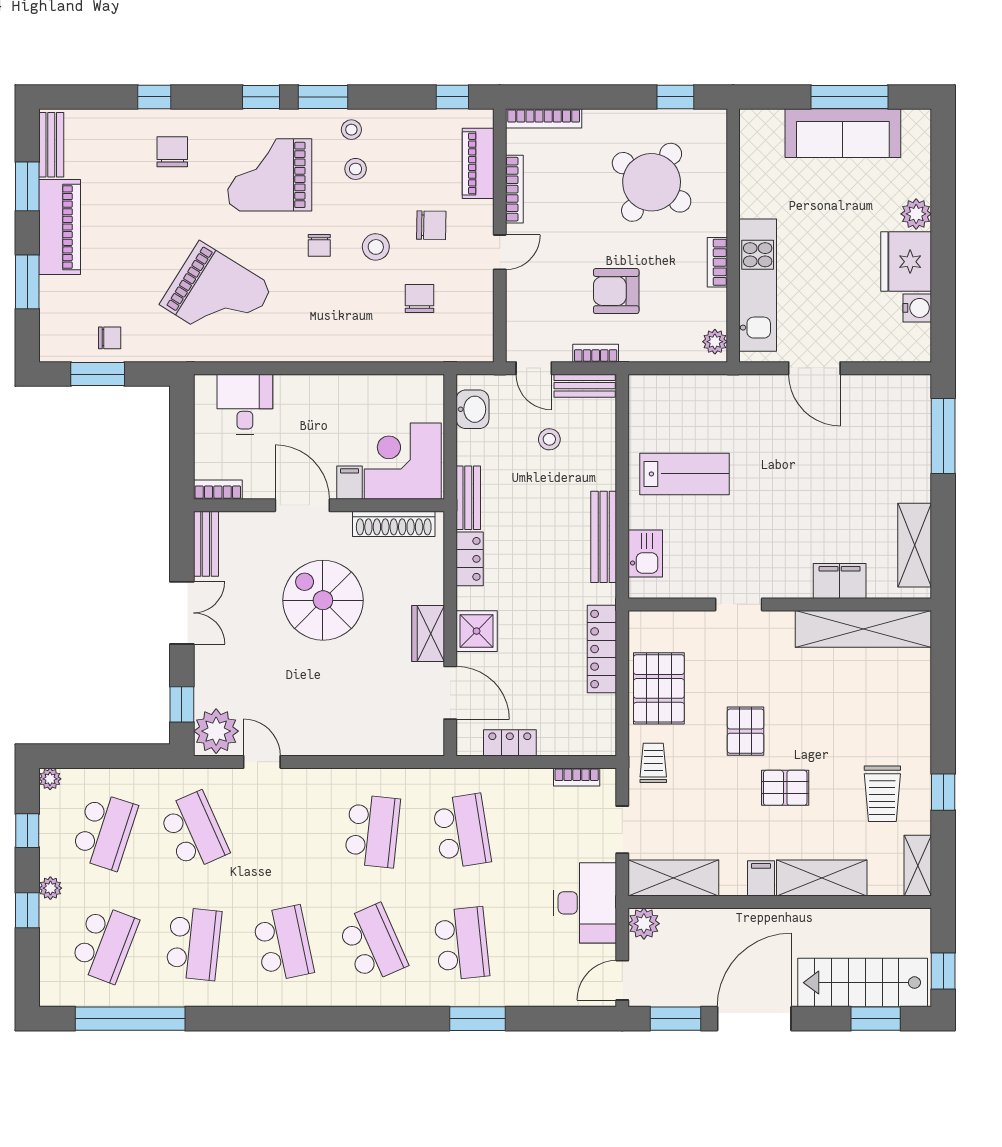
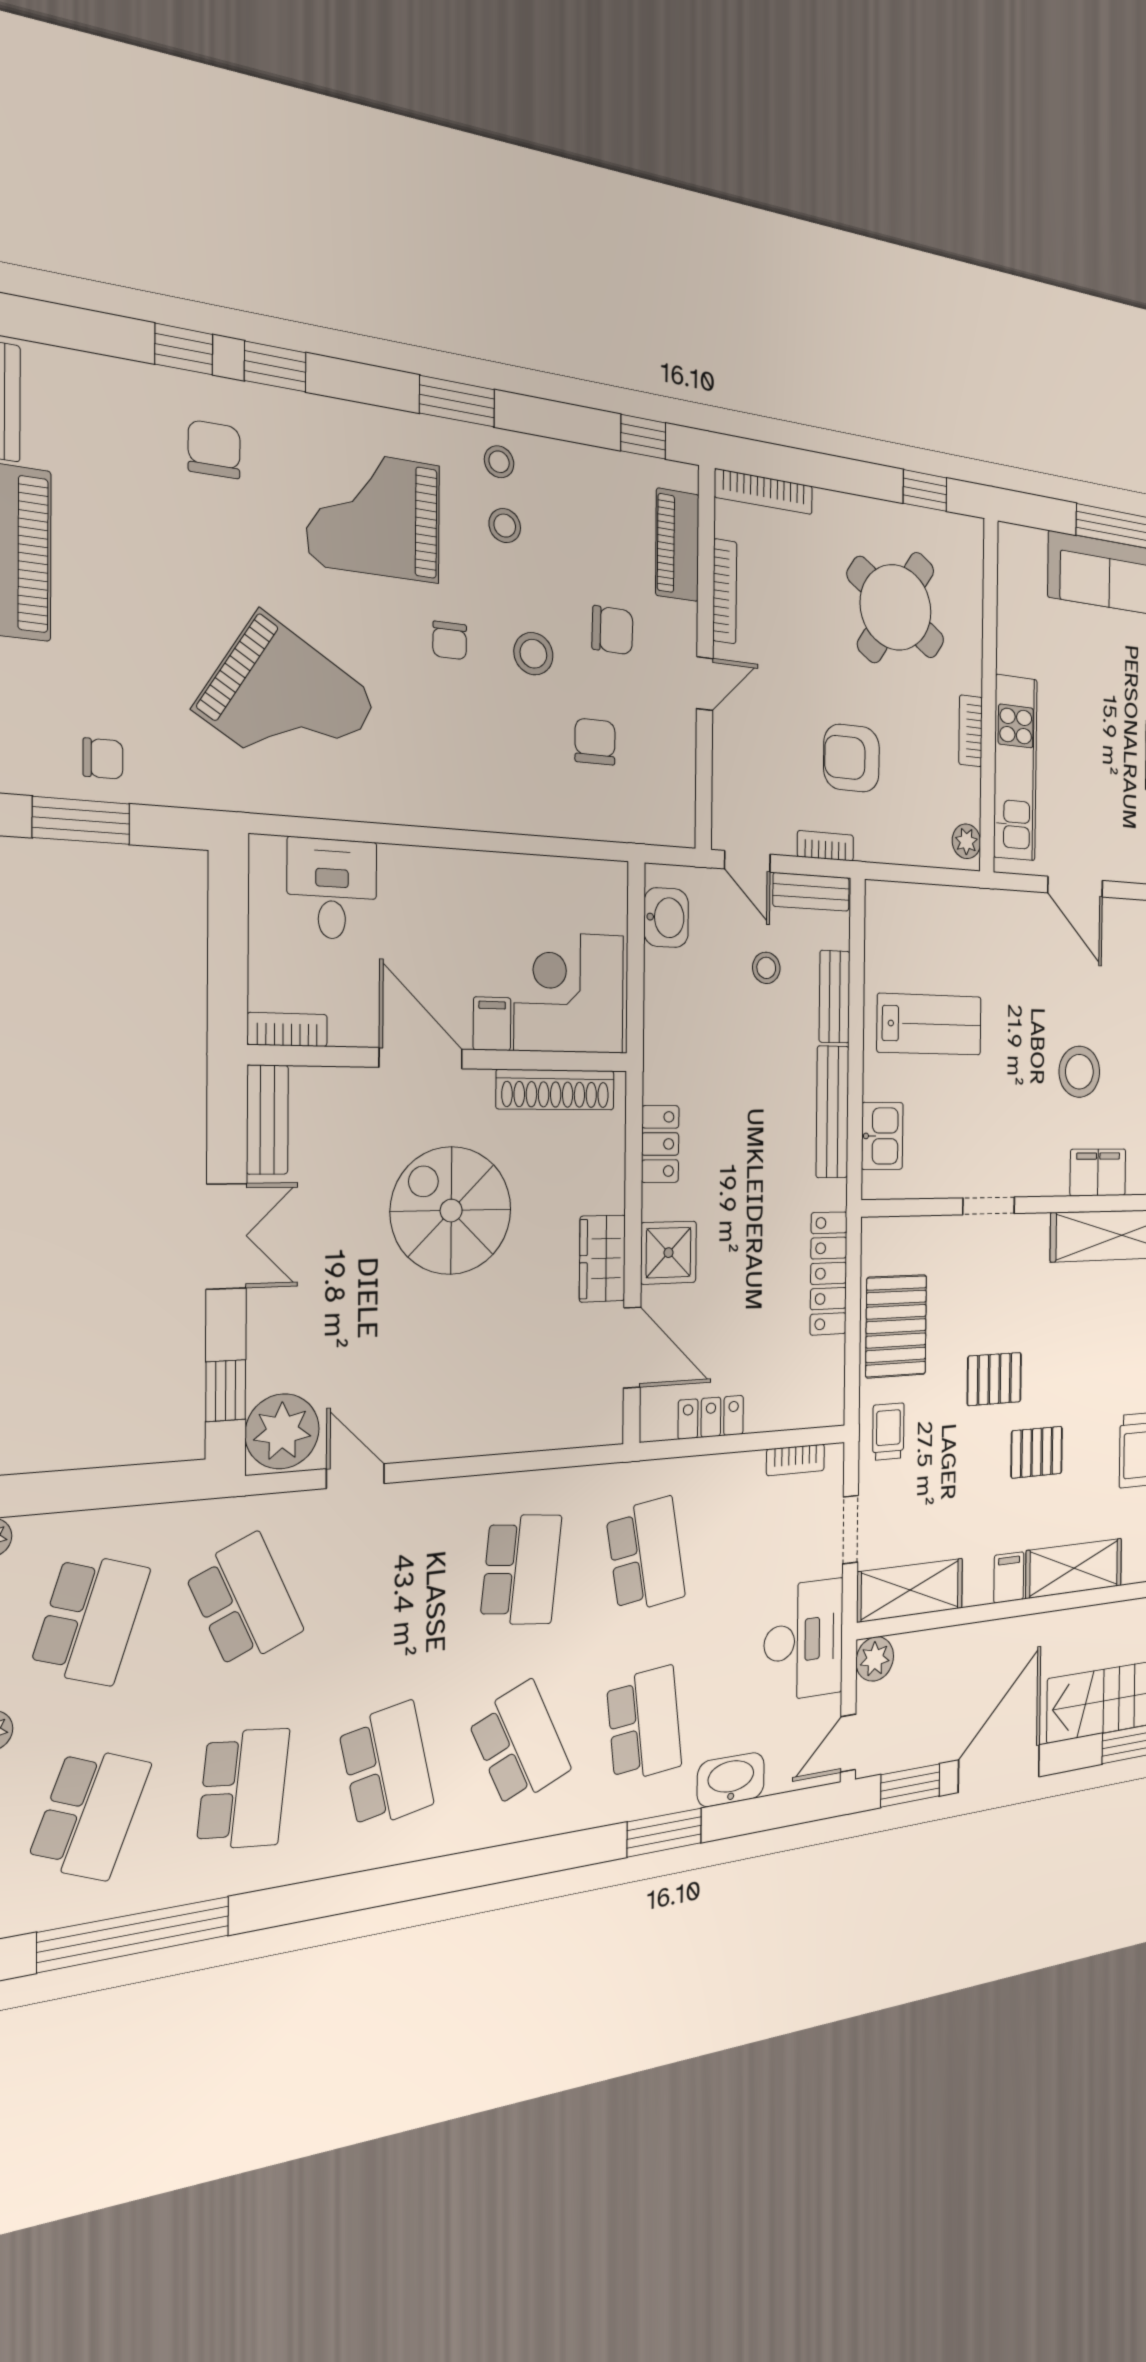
window: (261, 97) -> (275, 367), moved
bench: (468, 498) -> (834, 997), moved
stool: (821, 506) -> (1079, 1072), added
pallet: (746, 731) -> (994, 1379), turned 90
washbasin: (528, 991) -> (731, 1780), added

